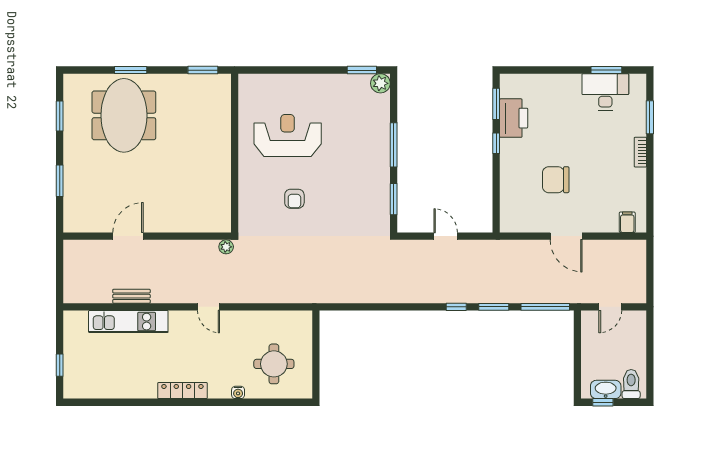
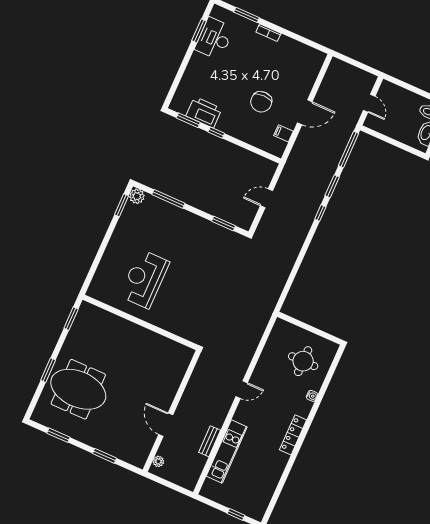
window: (394, 145) -> (168, 199), moved
armchair: (294, 199) -> (192, 294), removed
filing cabinet: (627, 222) -> (283, 133), moved
plant: (226, 247) -> (158, 461), moved

